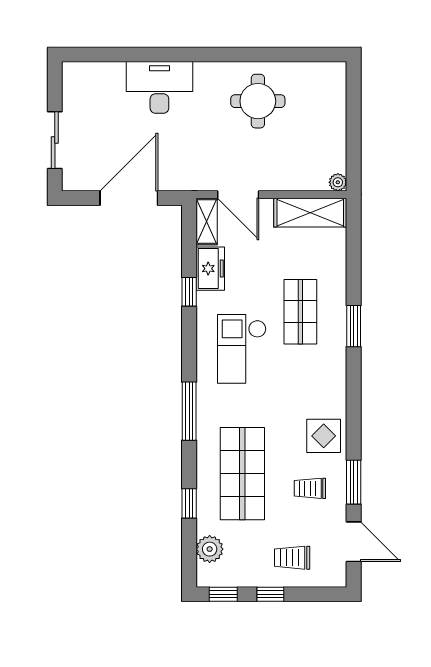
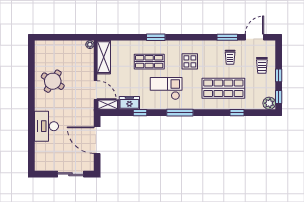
round table: (258, 101) -> (53, 81), turned 32
door: (238, 195) -> (96, 90), hinge flipped
checkout: (242, 349) -> (166, 88), turned 180
window: (189, 411) -> (180, 113), moved
display table: (324, 436) -> (190, 61), moved
plant: (210, 549) -> (269, 103), moved

